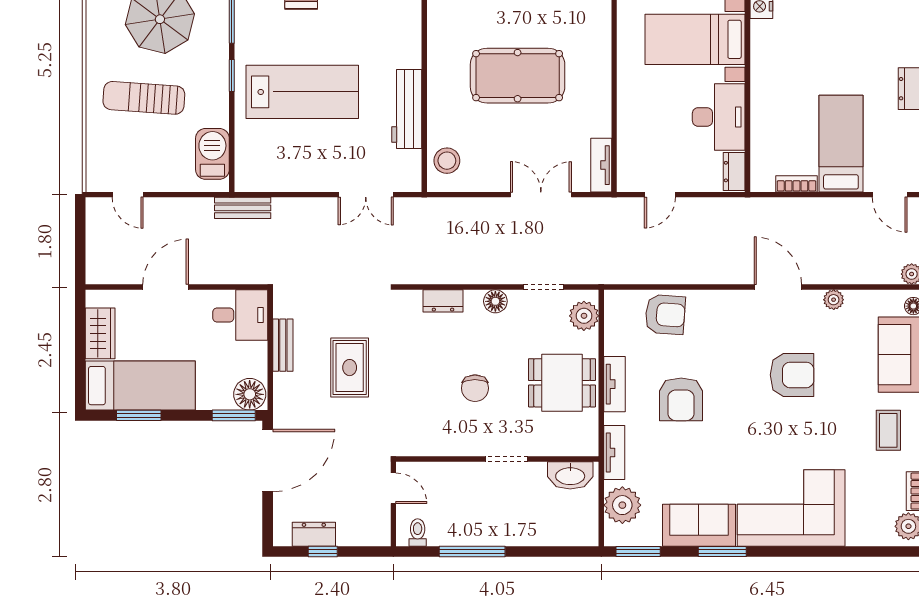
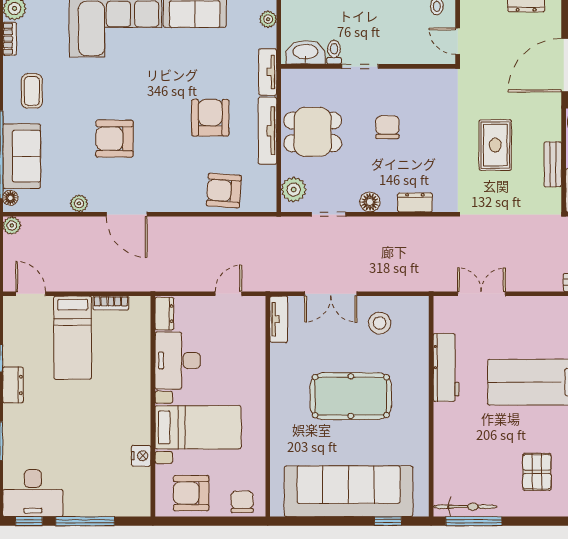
stool: (447, 161) -> (380, 323), moved
tv unit: (614, 384) -> (267, 131), width x1.41
toilet: (537, 476) -> (334, 52), added
plant: (622, 505) -> (268, 19), width x0.53, depth x0.53

